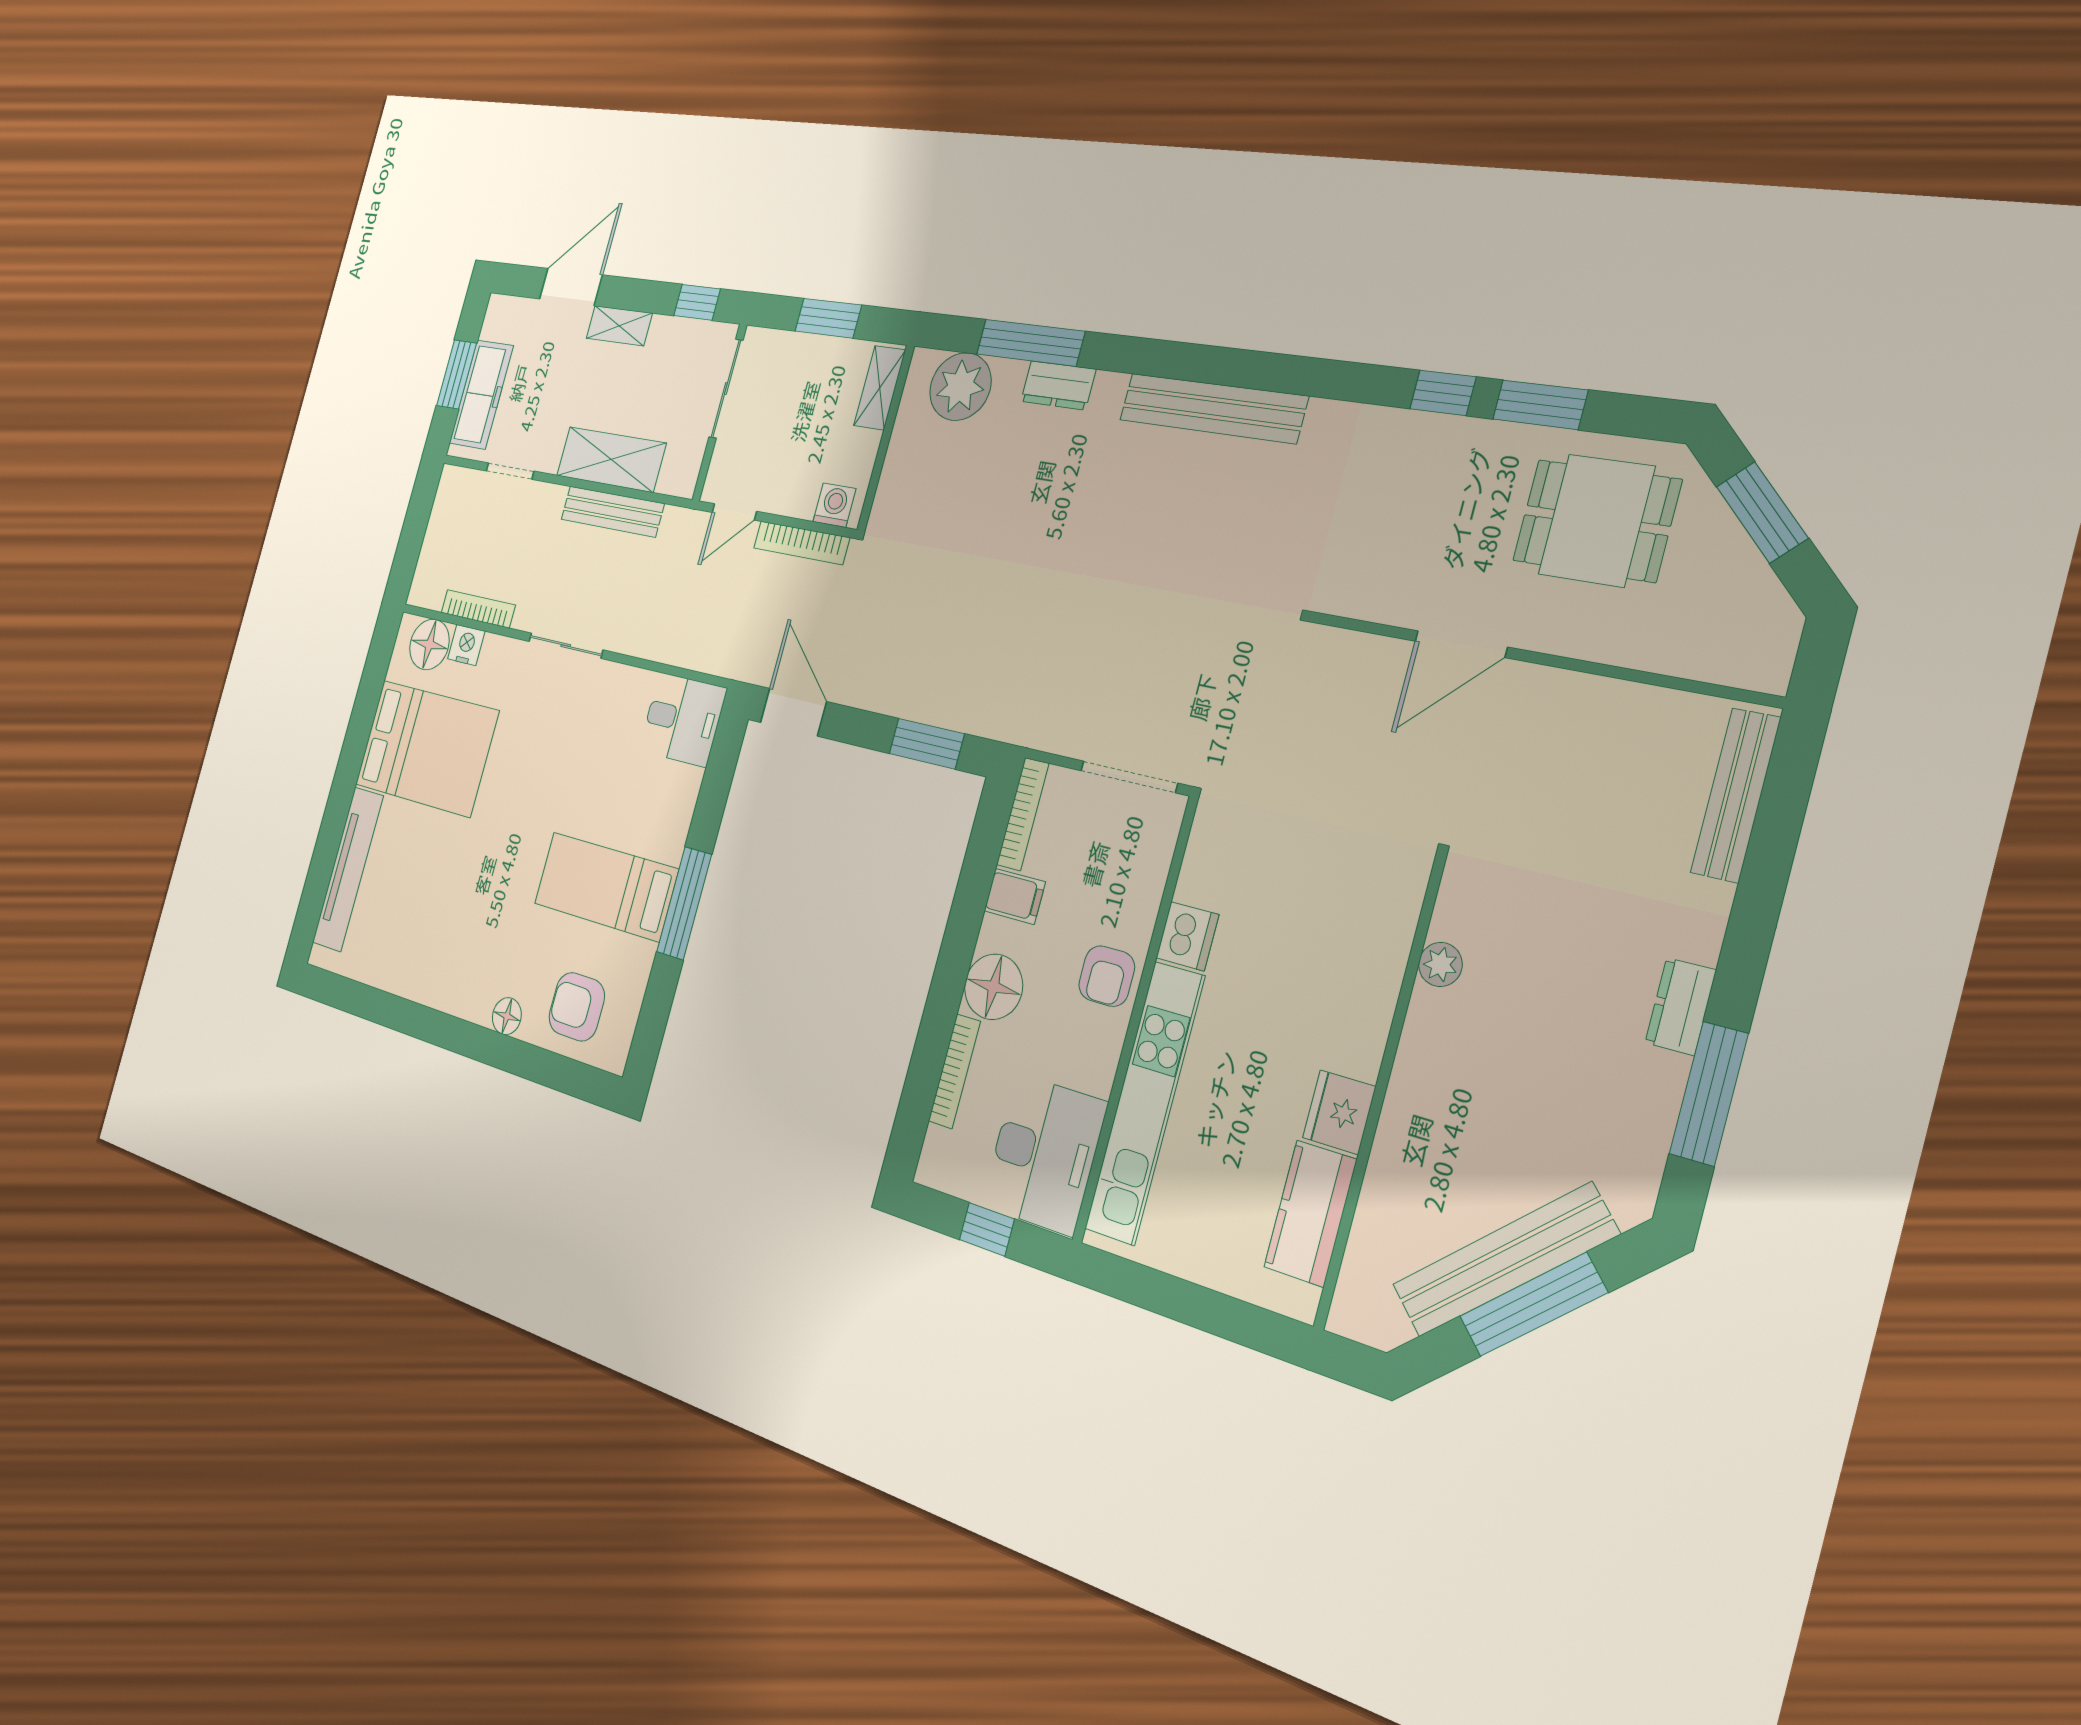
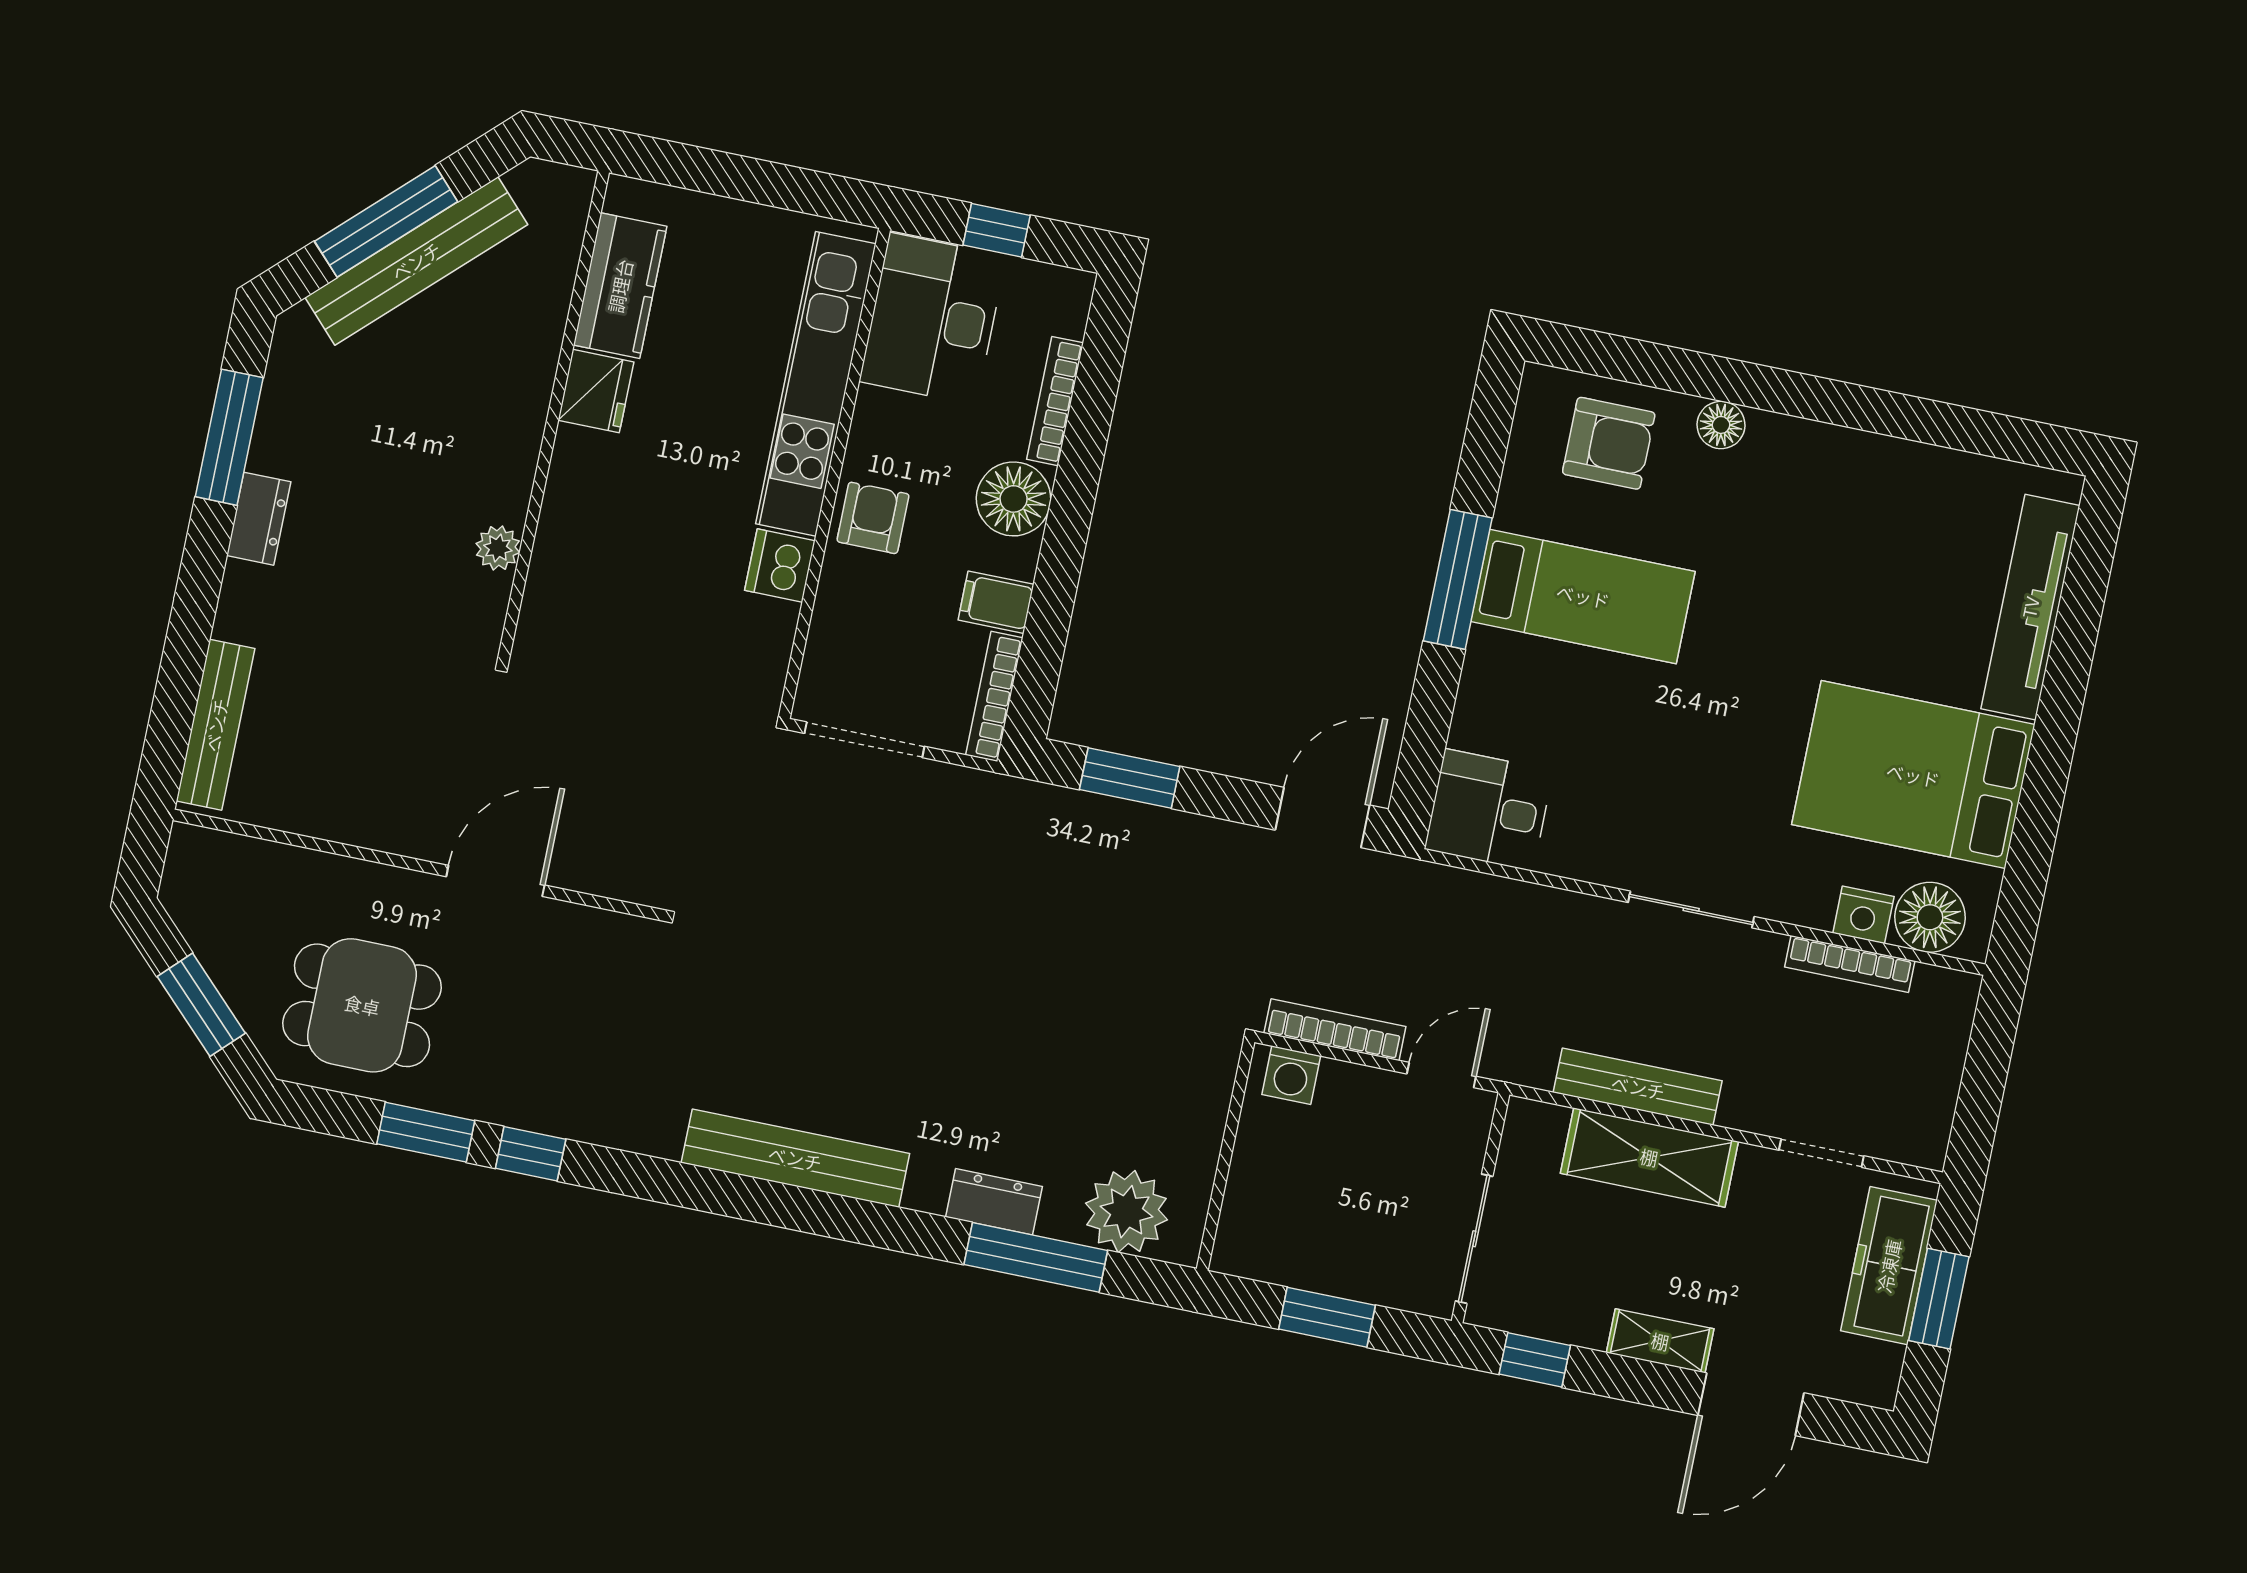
shelving: (880, 388) -> (1241, 1220), removed
door: (793, 712) -> (1322, 818), swing flipped

